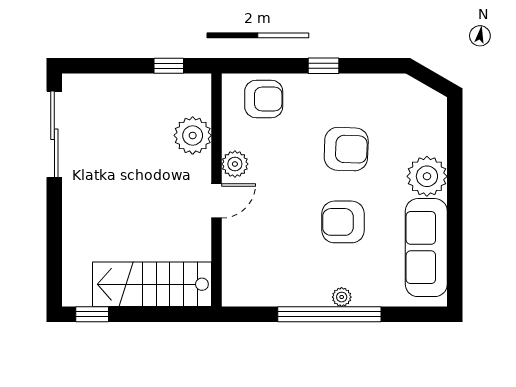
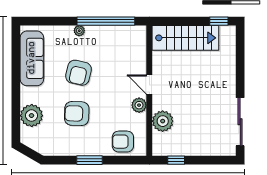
window: (324, 66) -> (89, 160), width x1.50
plant: (427, 176) -> (32, 116), moved
door: (217, 201) -> (149, 84), hinge flipped
armchair: (343, 222) -> (79, 73), turned 103
window: (329, 314) -> (106, 21), moved

